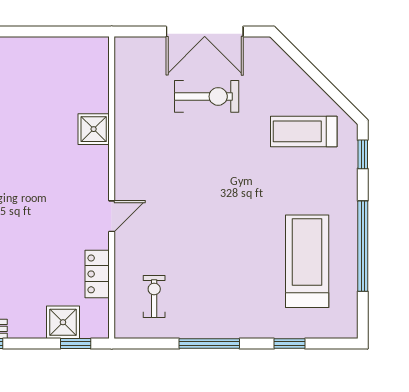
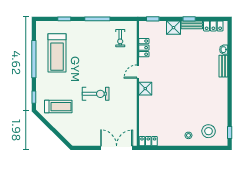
double door: (205, 32) -> (117, 148), moved
locker: (86, 48) -> (148, 141), added
exercise bike: (207, 96) -> (96, 94), moved, turned 180
shower: (94, 129) -> (145, 89), moved
shower: (63, 322) -> (173, 28), moved

